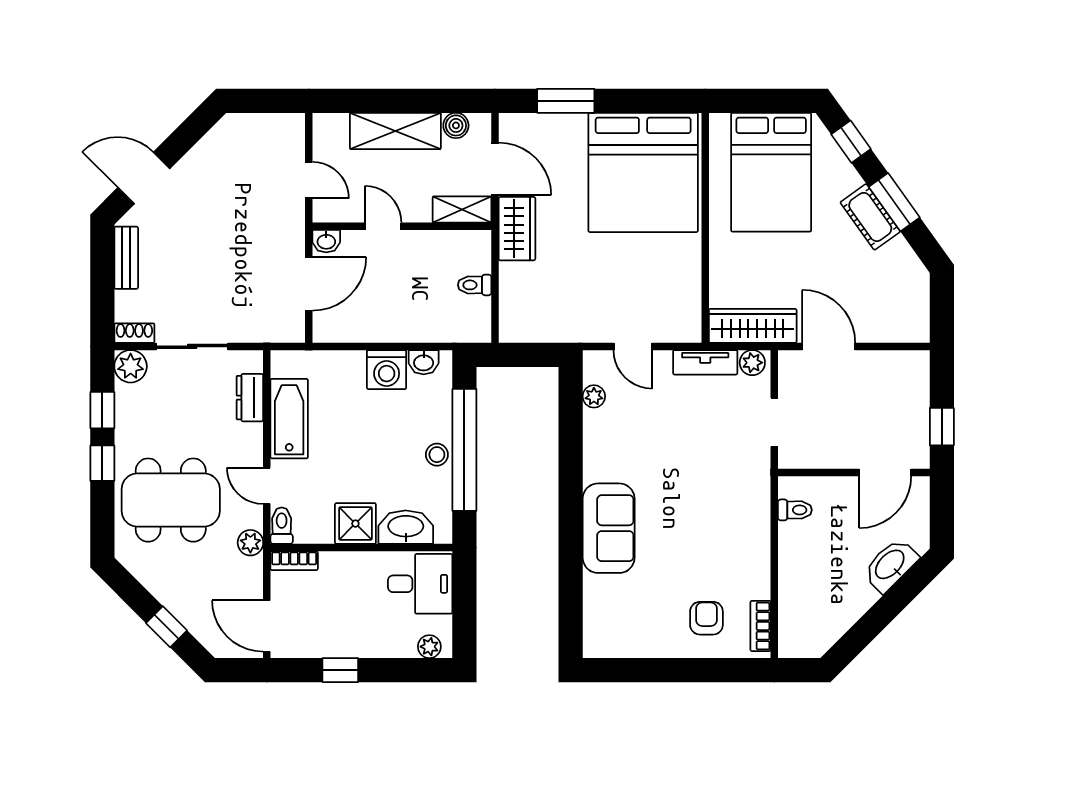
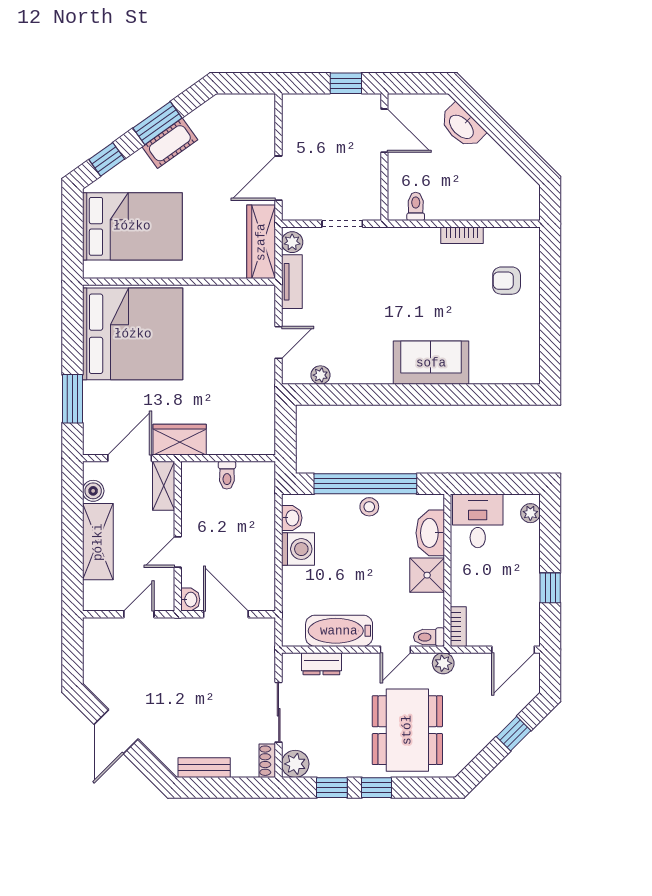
door: (144, 178) -> (116, 732), moved
bookcase: (761, 626) -> (462, 235), moved

